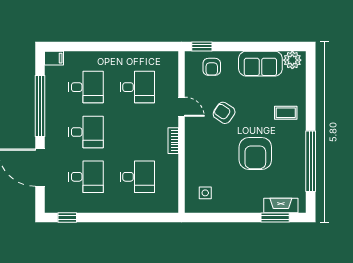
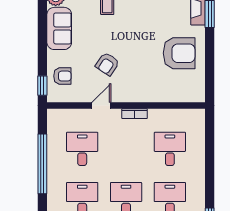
window: (122, 46) -> (42, 164), added
armchair: (255, 153) -> (179, 53), moved
side table: (205, 193) -> (186, 82), removed

